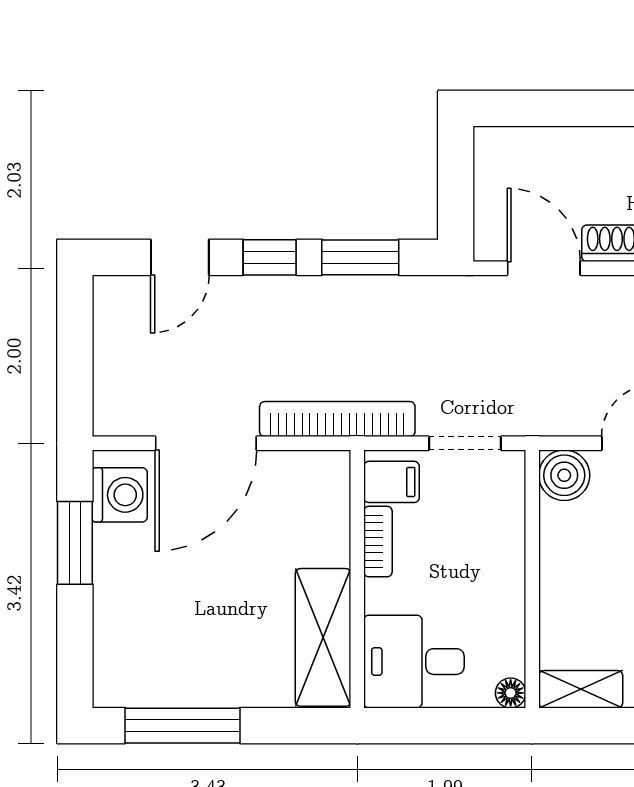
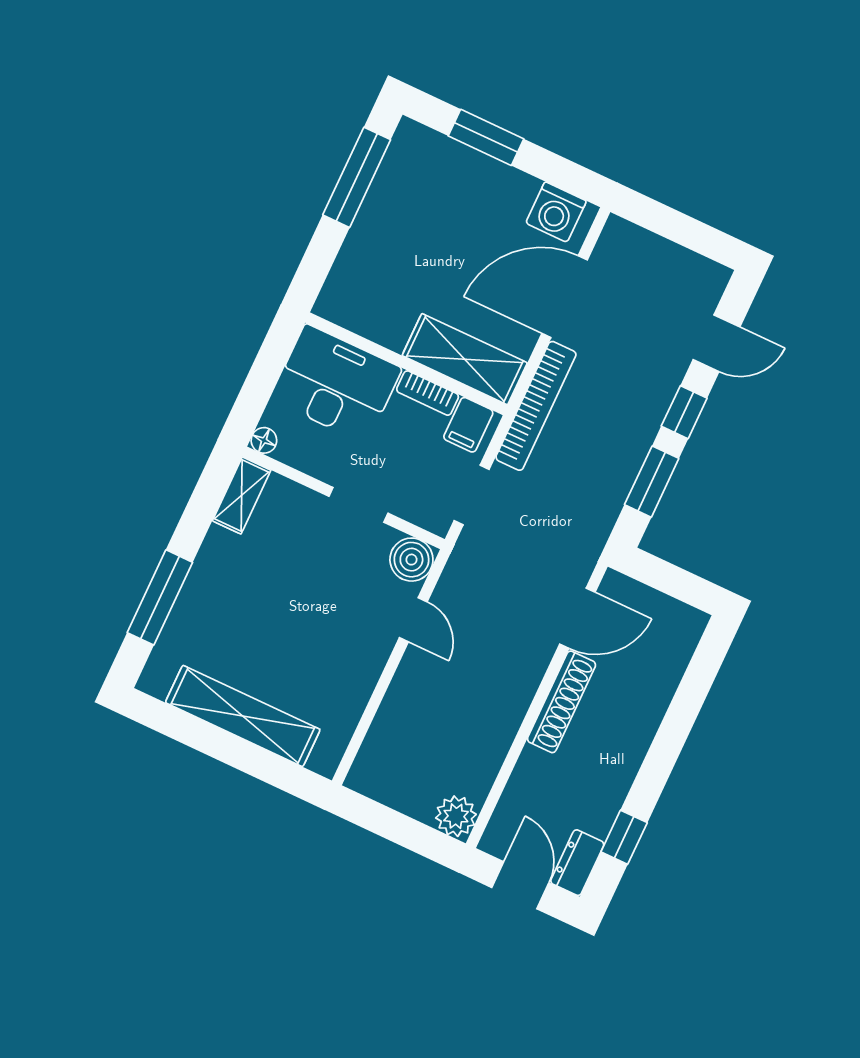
door: (180, 257) -> (716, 343), swing flipped
door: (206, 443) -> (565, 297), hinge flipped
window: (75, 543) -> (486, 137), moved
doorway: (532, 560) -> (358, 505), added
shelving: (323, 637) -> (465, 359), moved
desk: (414, 662) -> (336, 384), width x1.37

